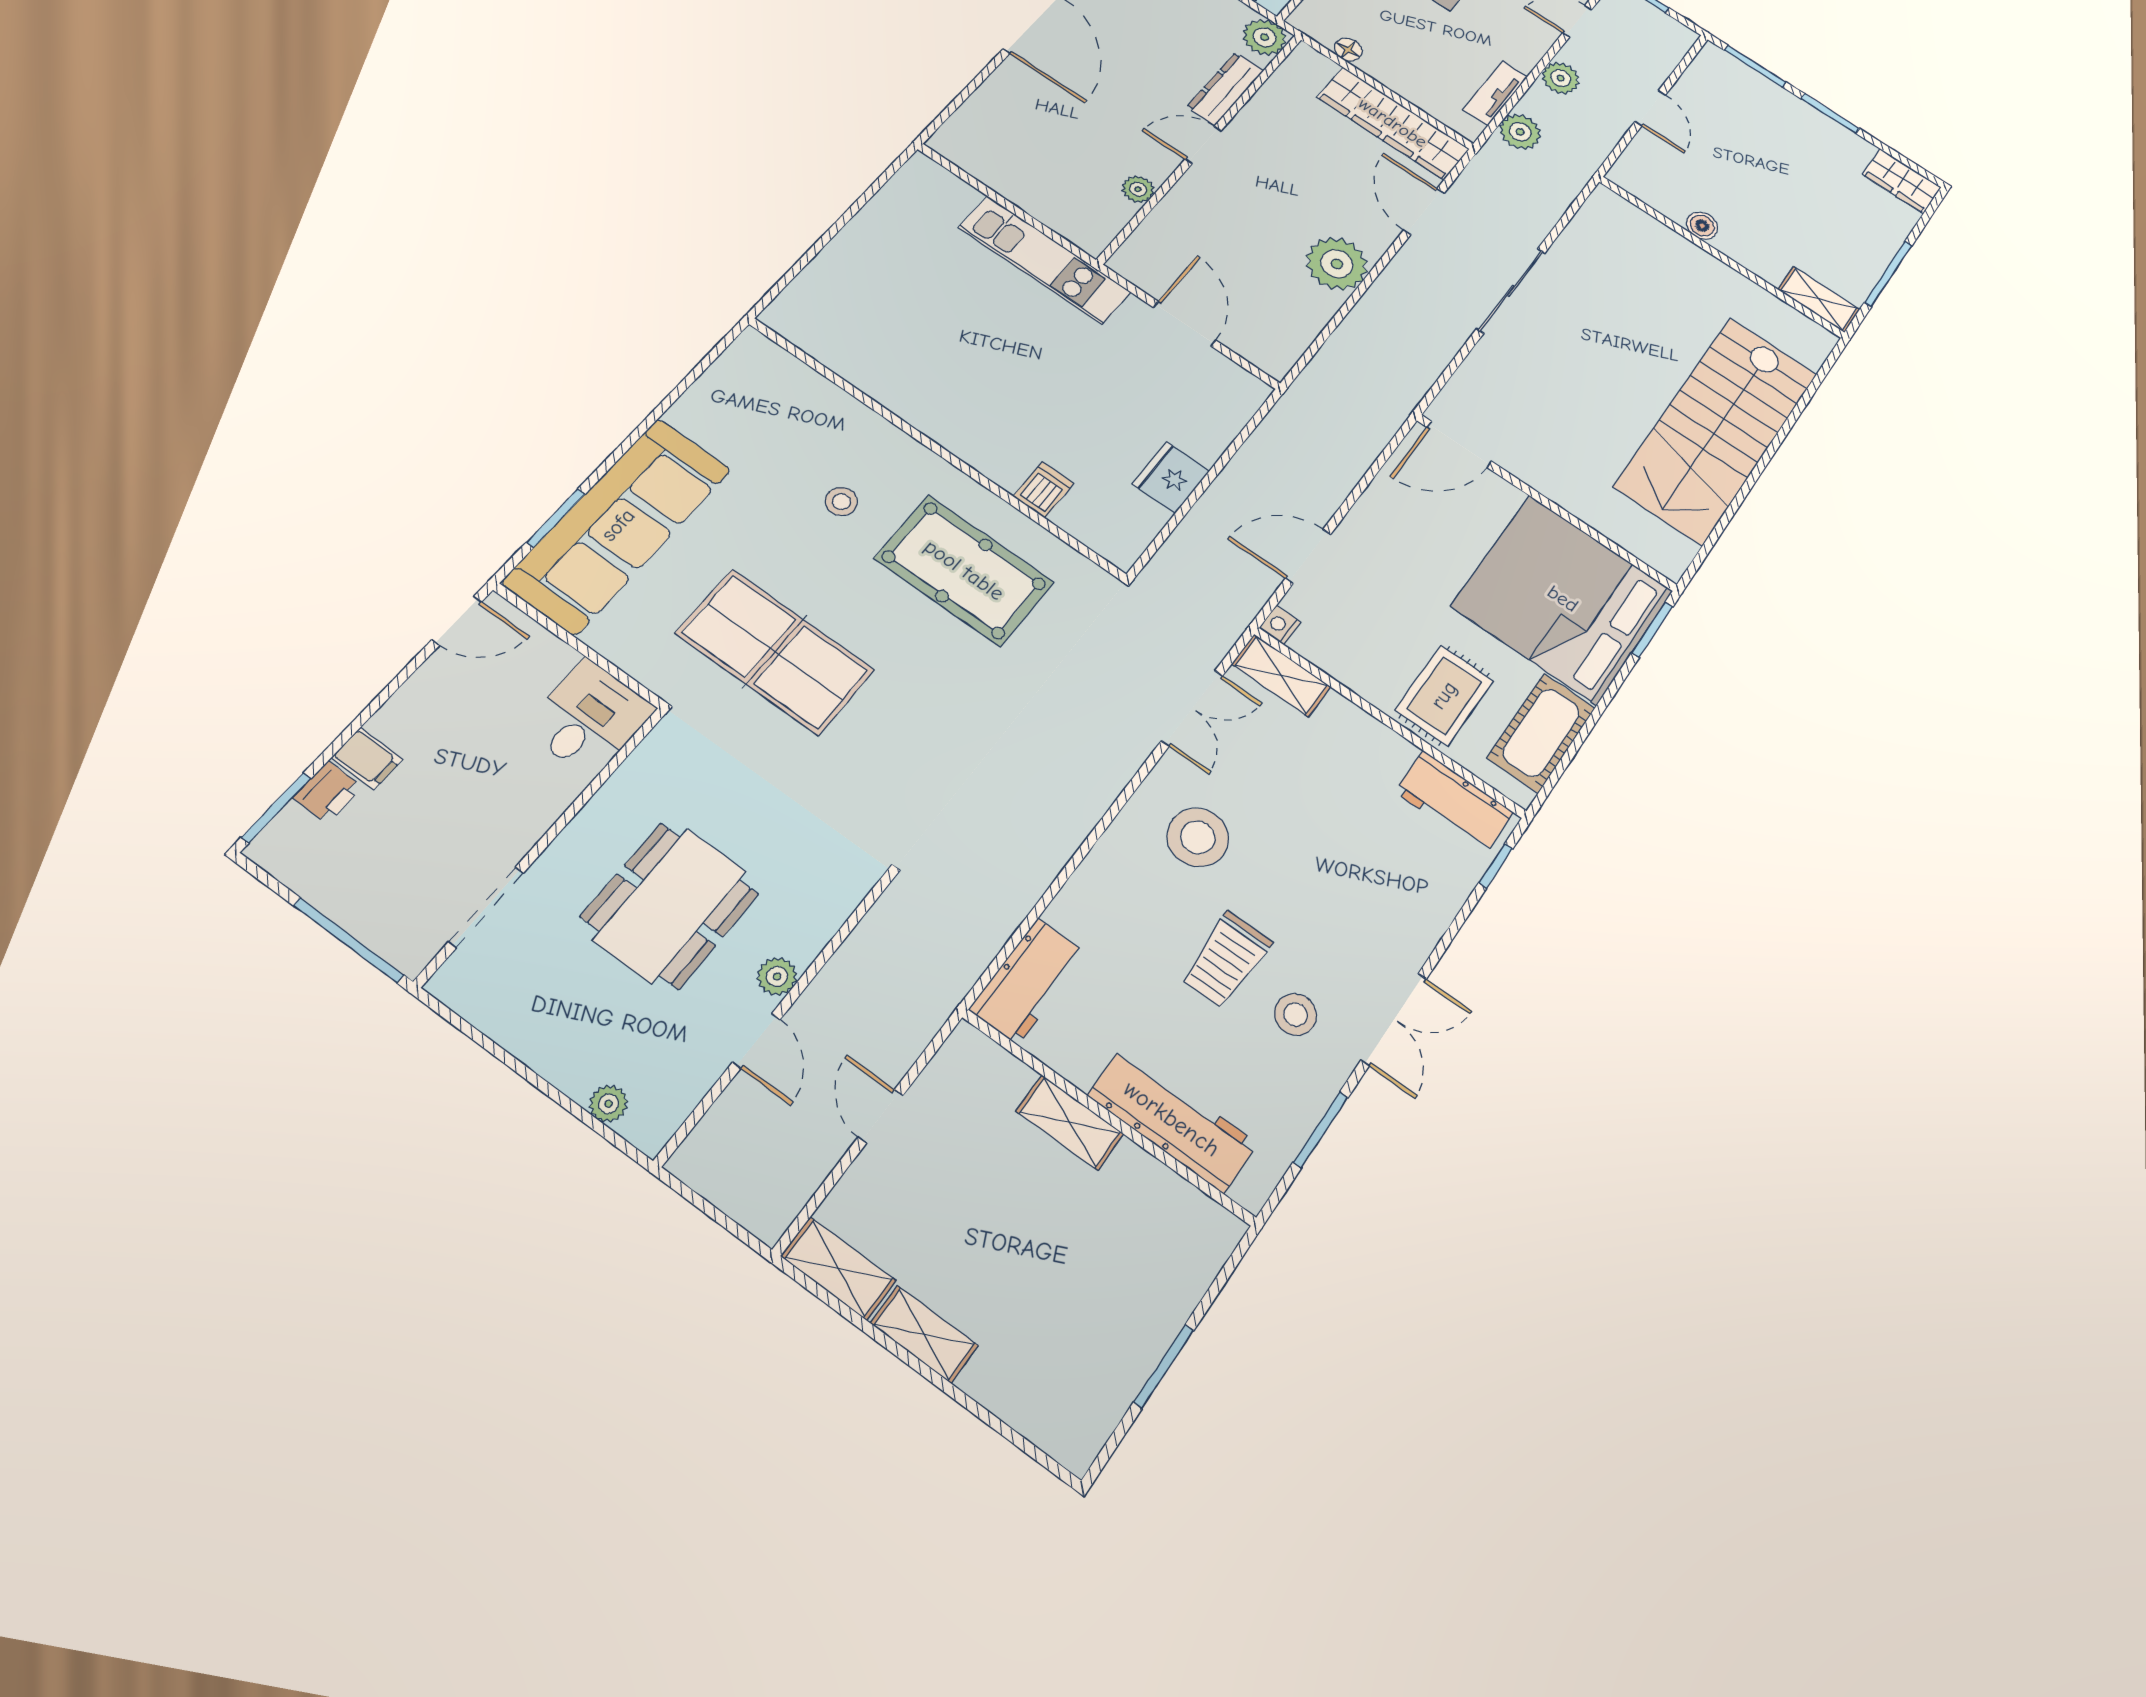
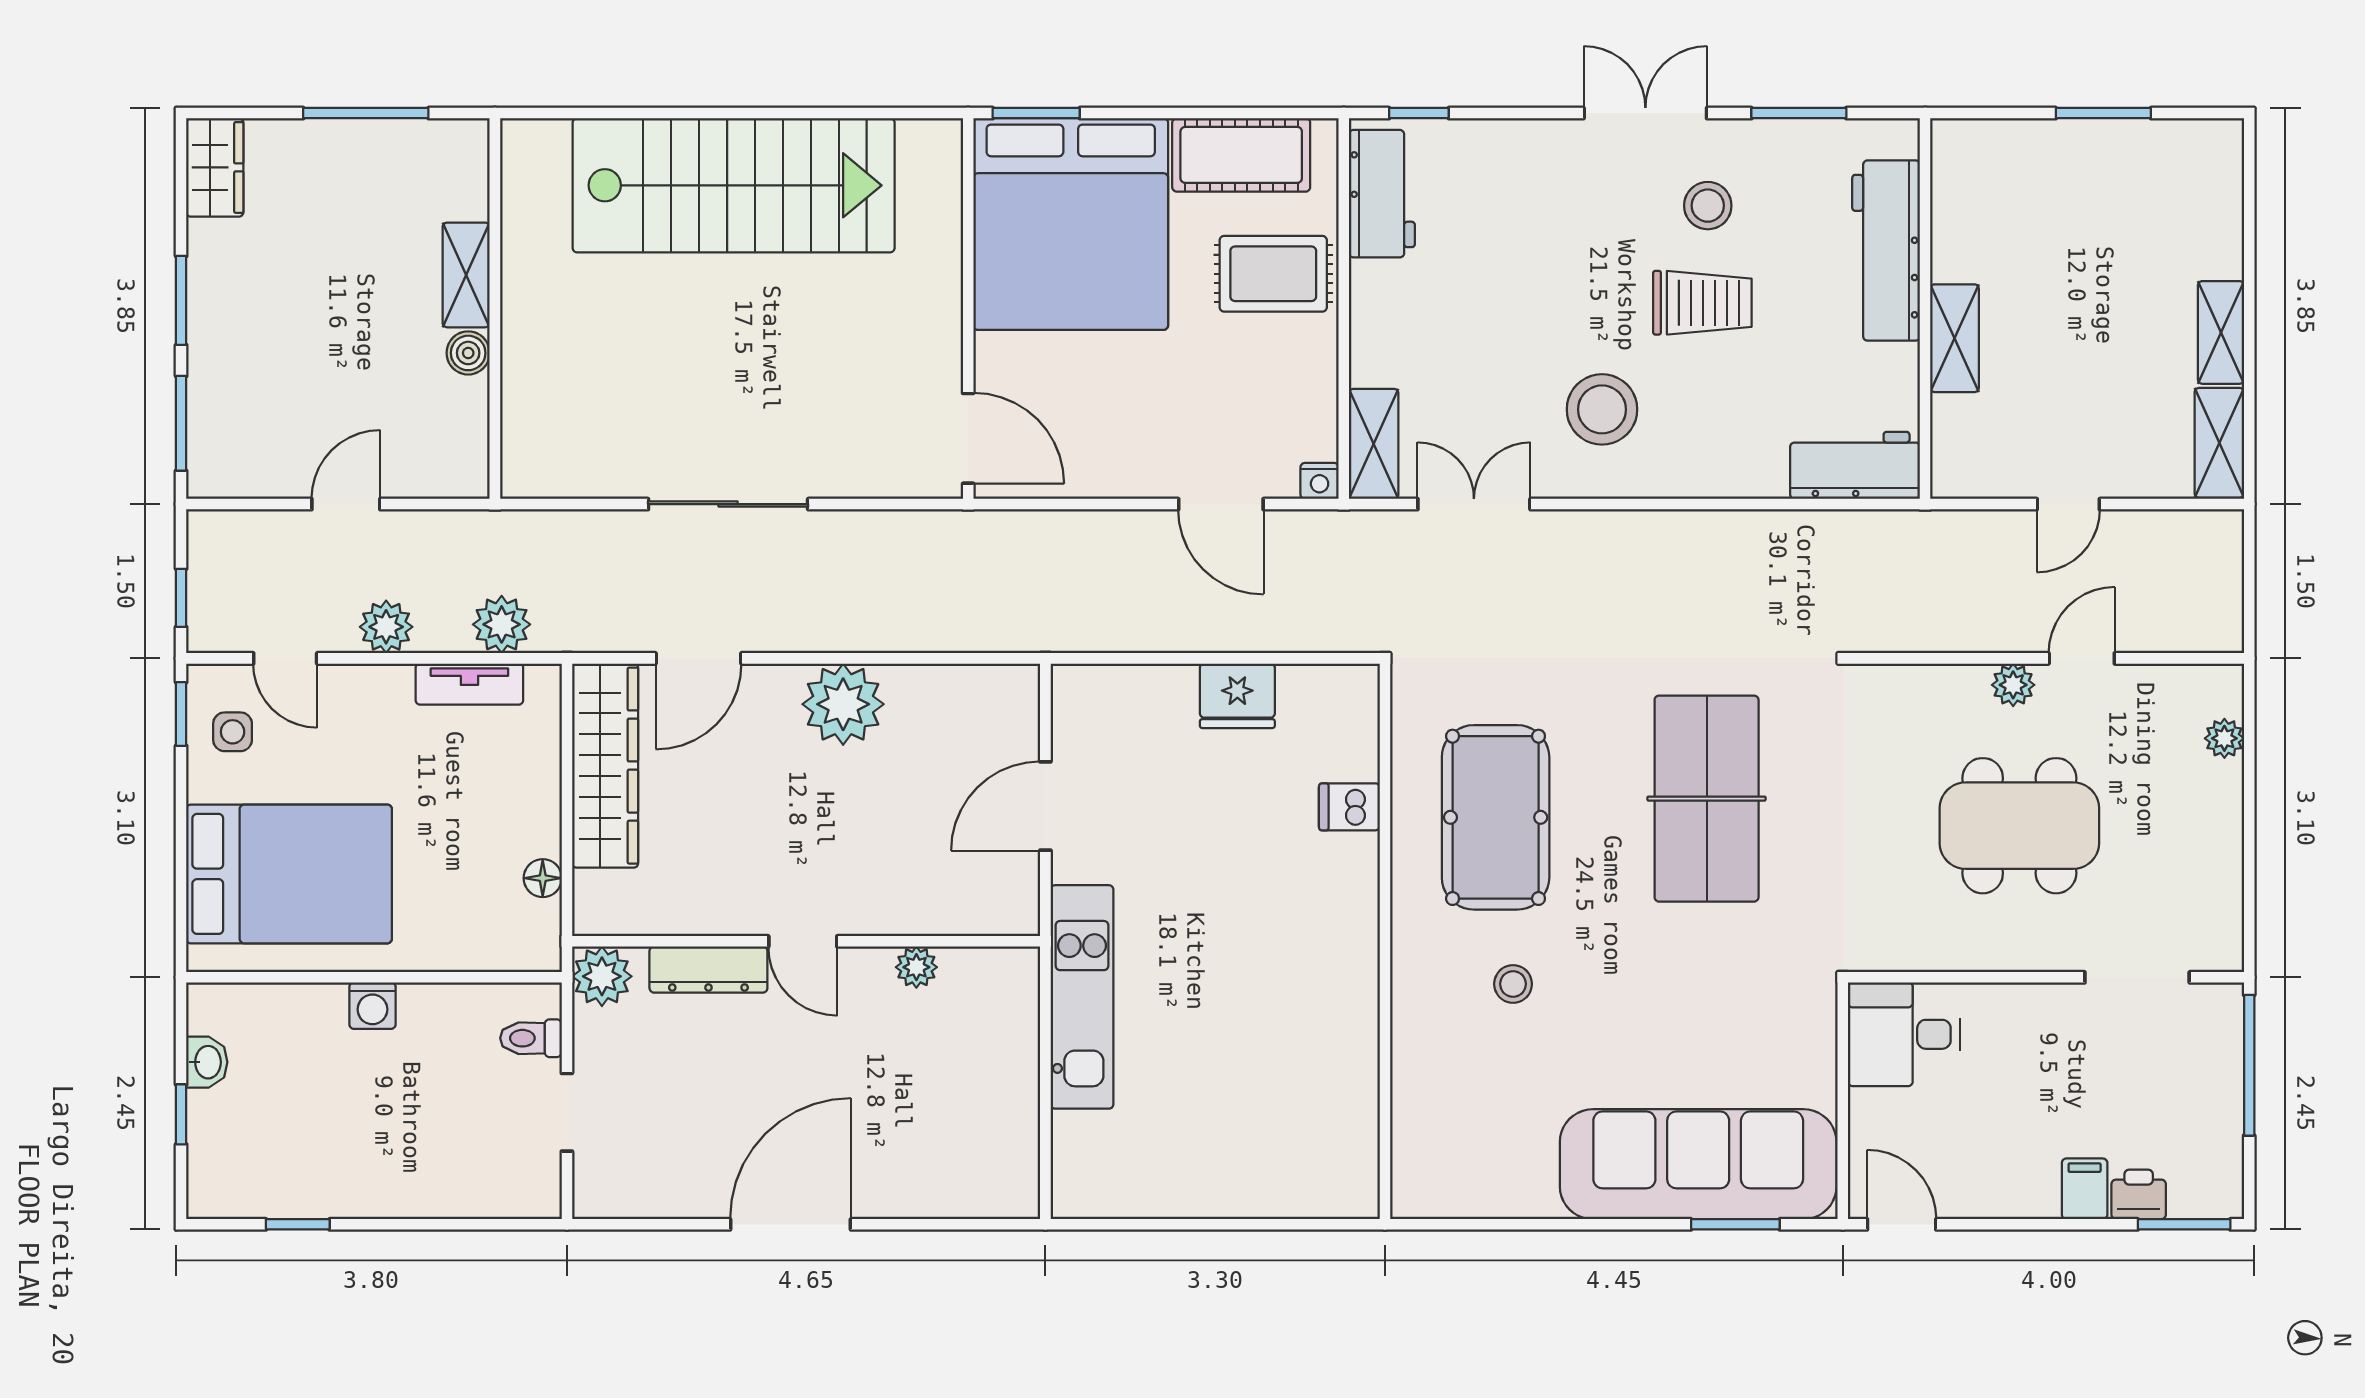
shelving: (1819, 299) -> (466, 275), moved
table tennis table: (775, 652) -> (1707, 799), moved

